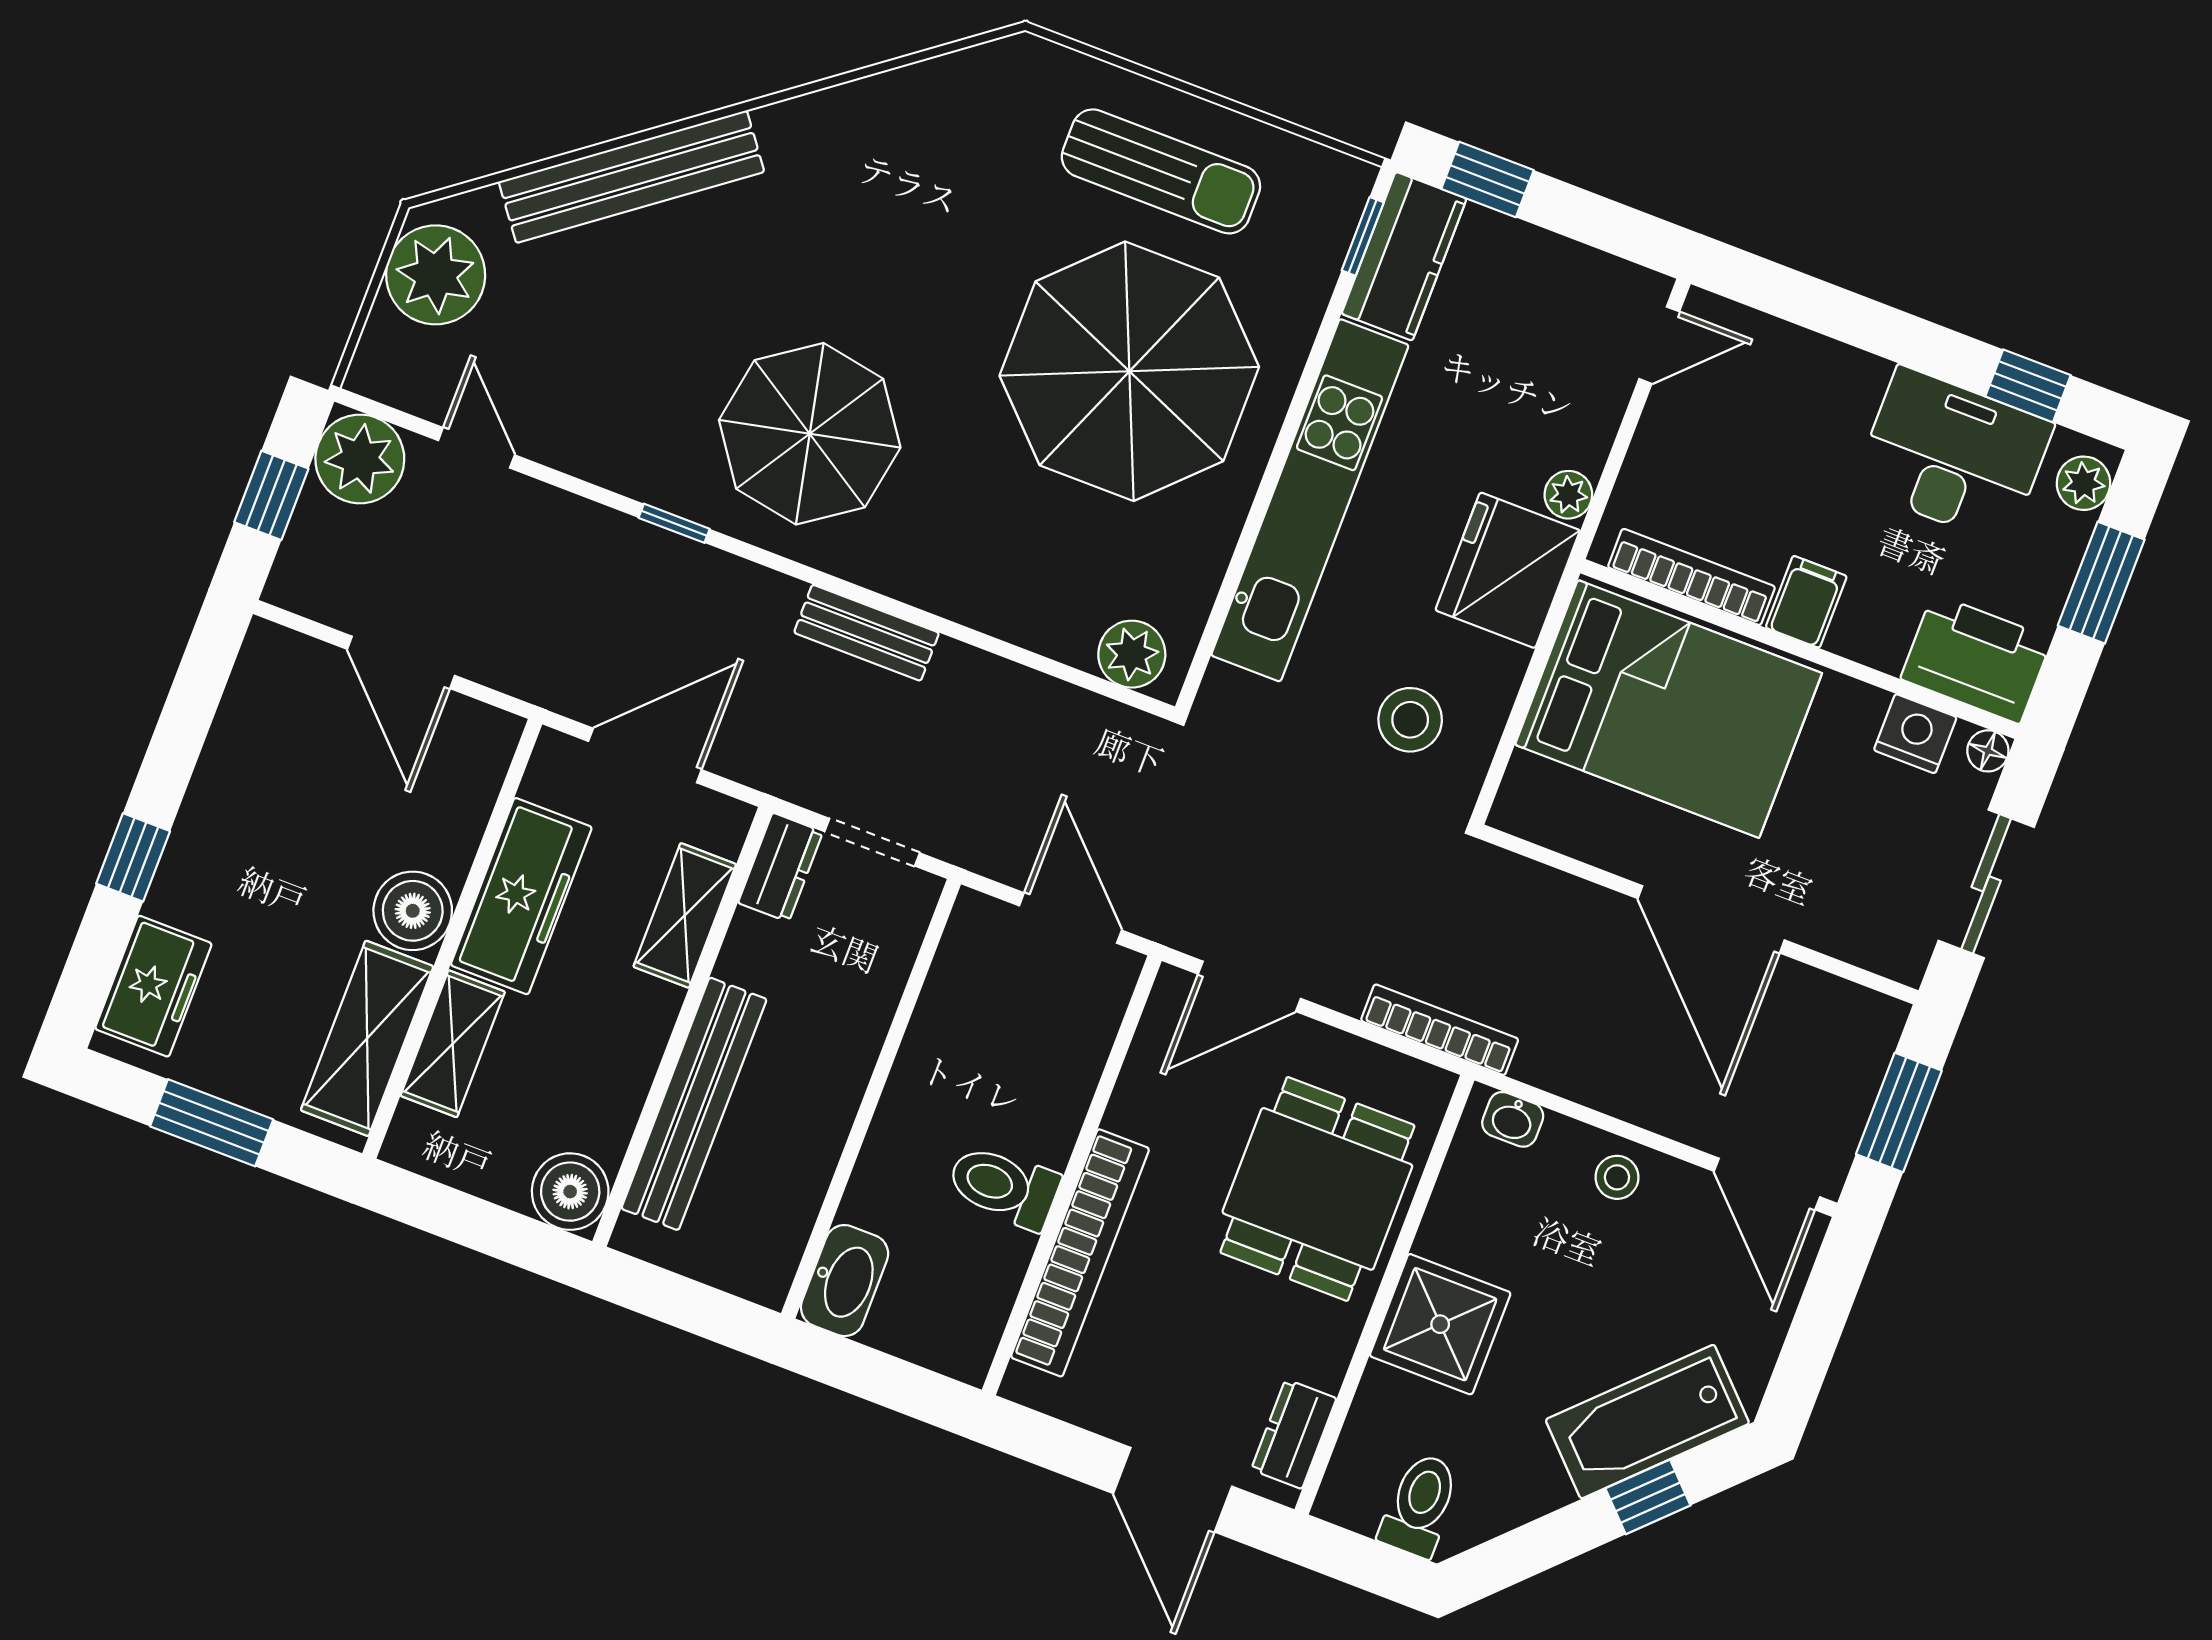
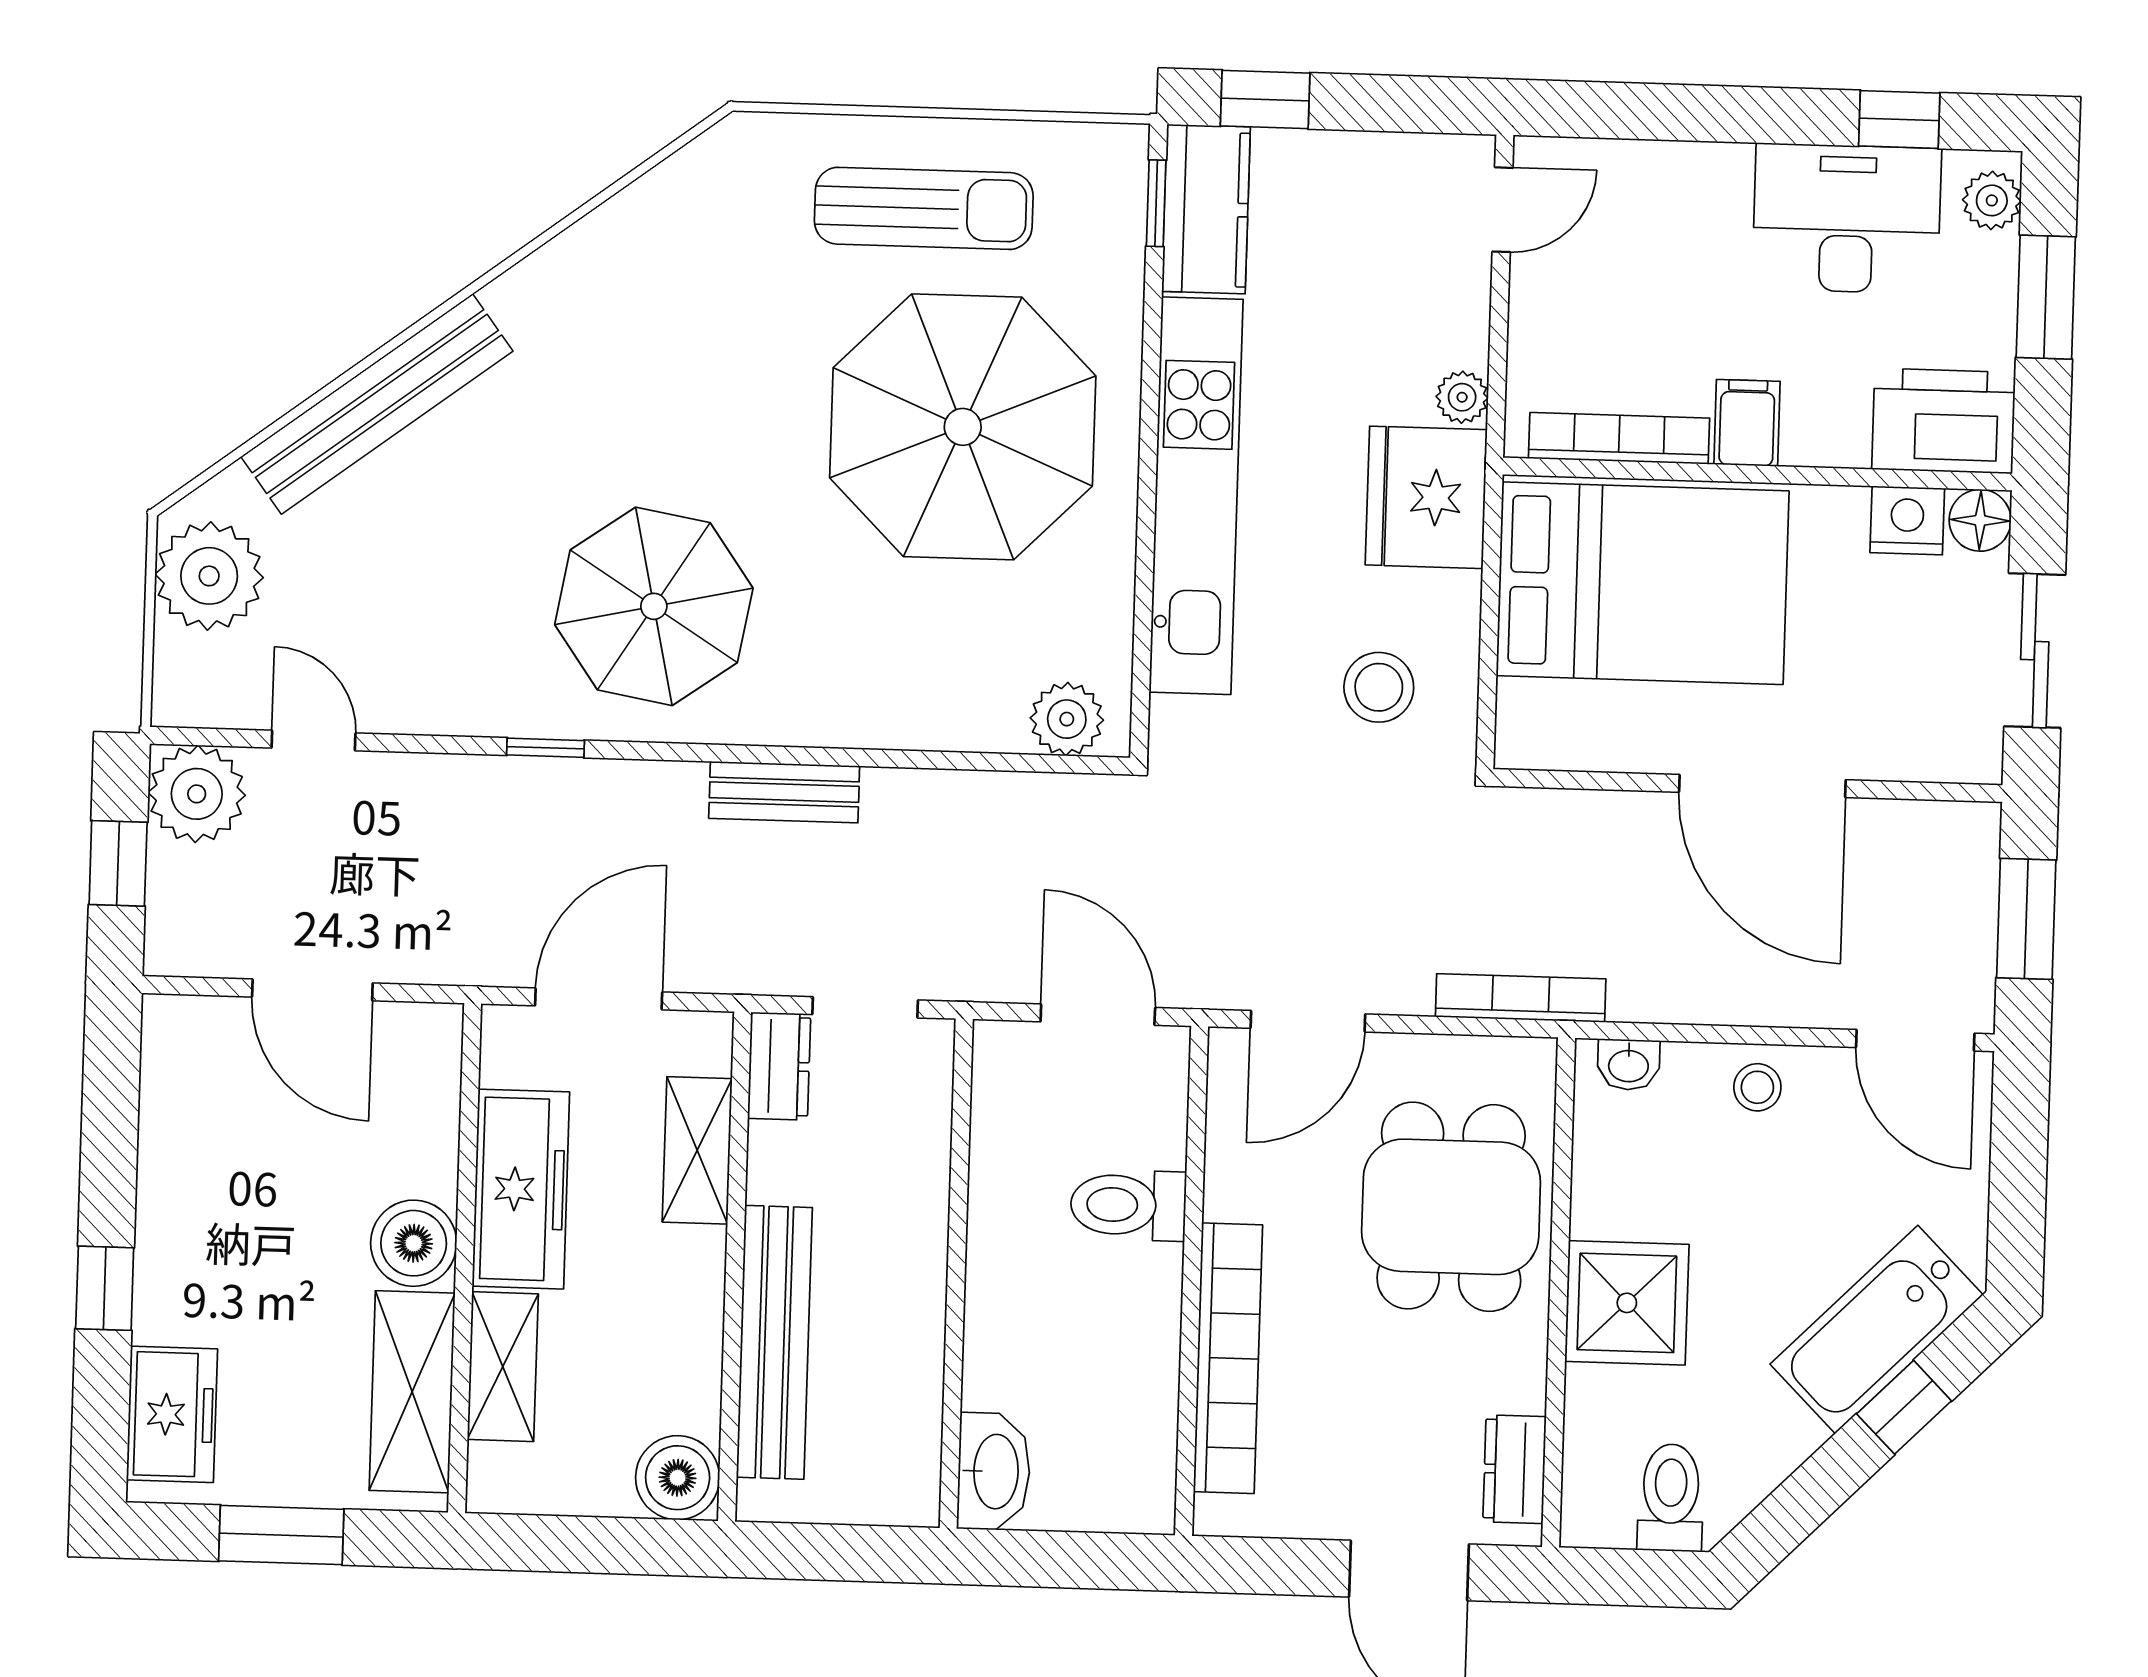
floor lamp: (1988, 751) -> (1980, 520), width x1.37, depth x1.37
toilet: (1003, 1186) -> (1128, 1205), moved

